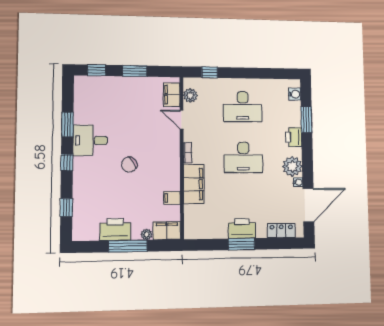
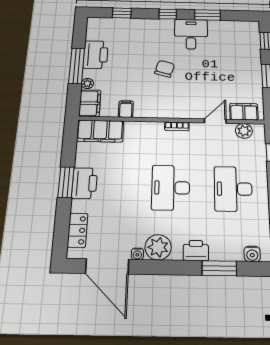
chair: (129, 165) -> (165, 69), turned 50
filing cabinet: (194, 184) -> (100, 131), moved

